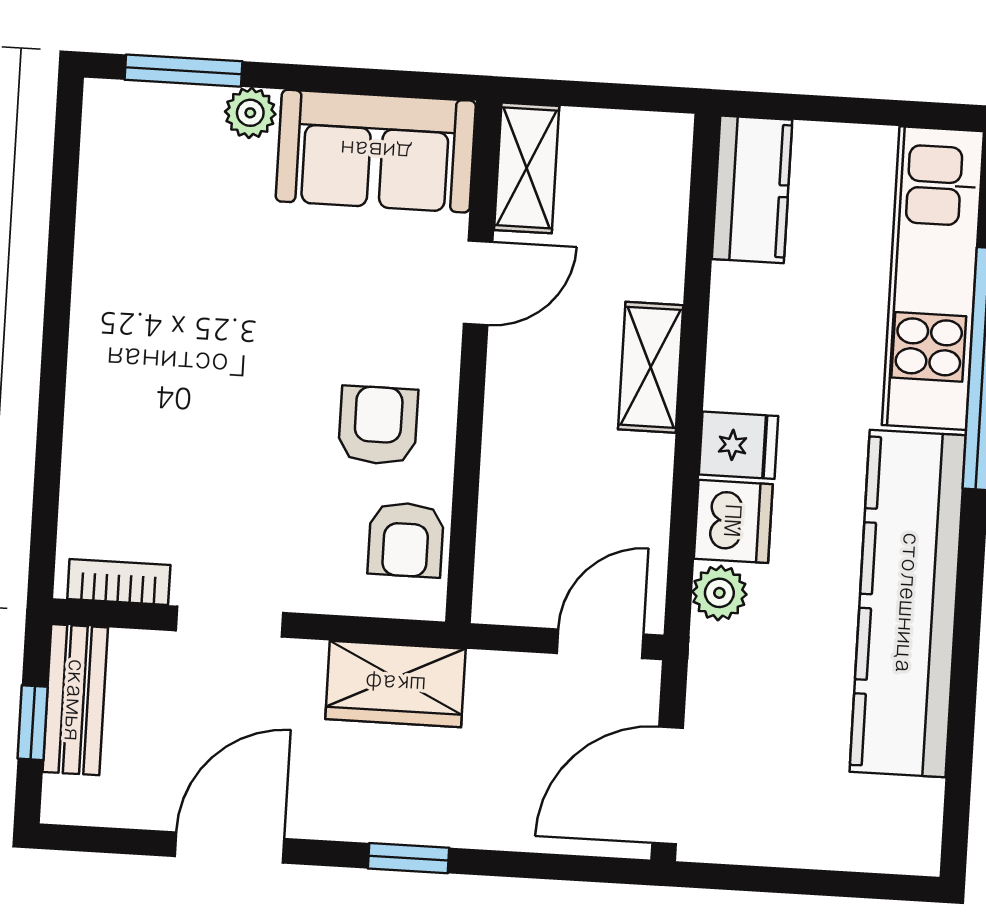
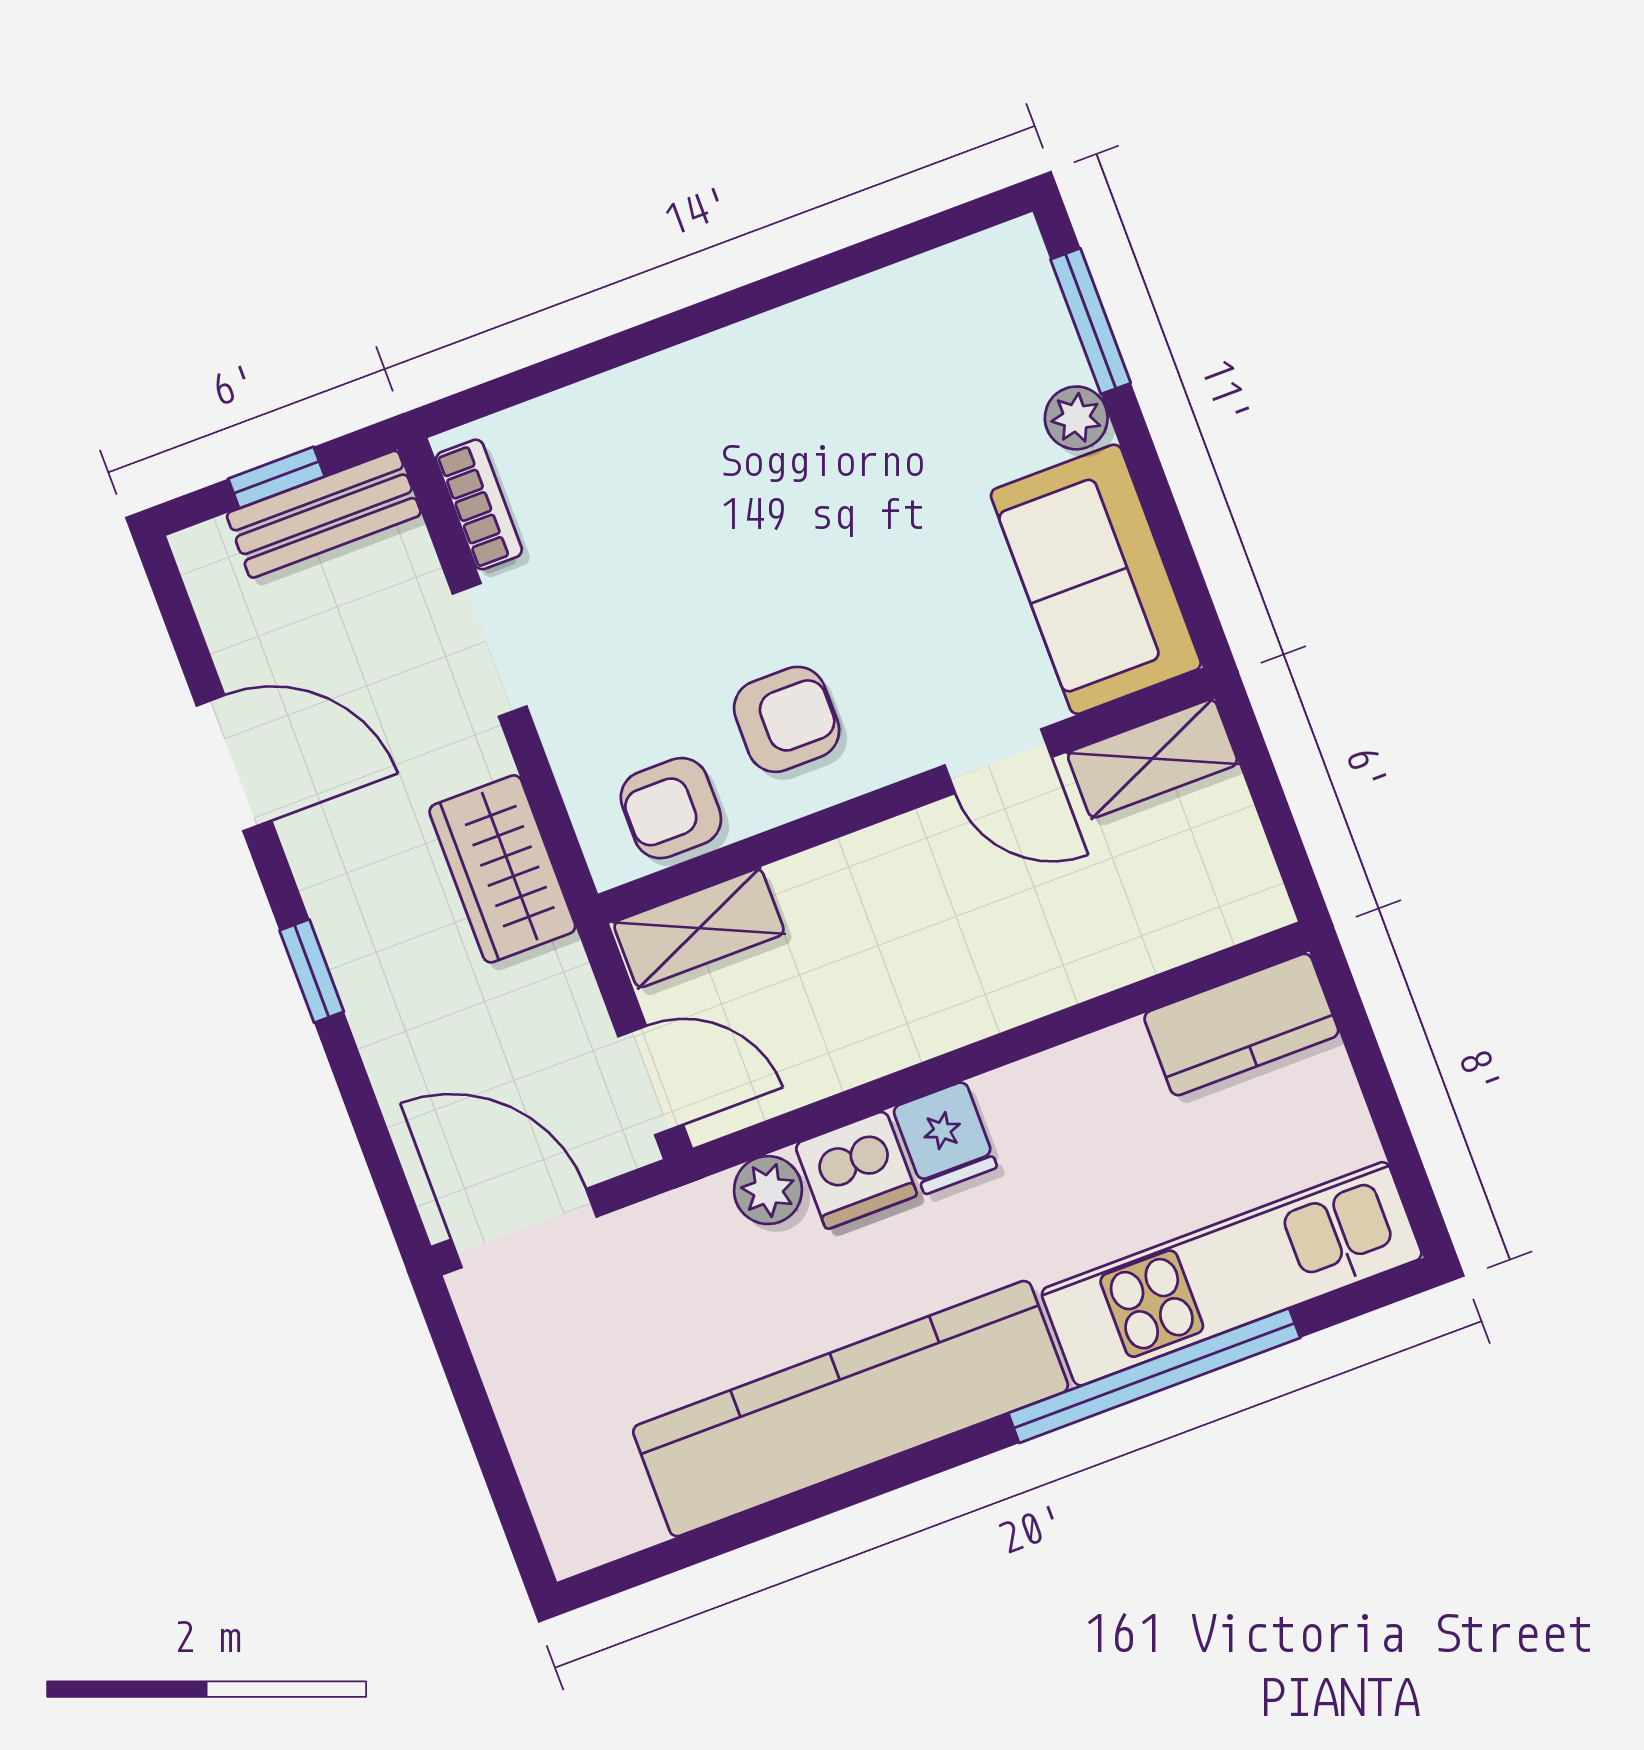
shelving: (651, 367) -> (699, 928), moved

